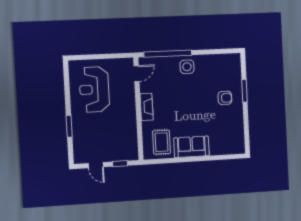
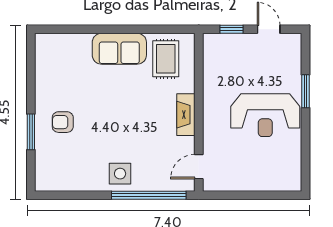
reception desk: (94, 89) -> (265, 115), moved, turned 90

